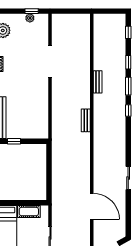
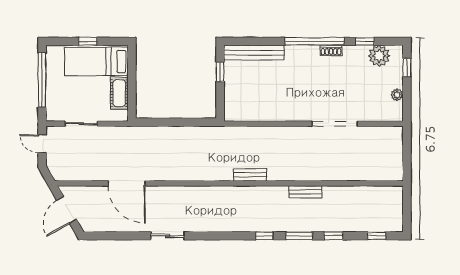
window: (32, 11) -> (407, 67), moved
door: (92, 206) -> (127, 183), hinge flipped

